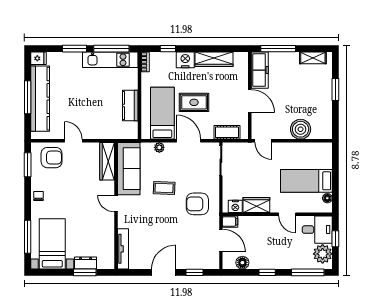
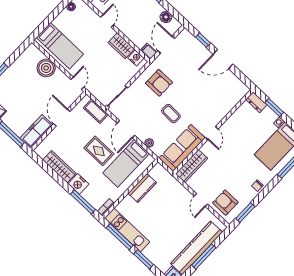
window: (168, 49) -> (83, 202), width x2.17
bed: (306, 181) -> (60, 46), moved
tv unit: (123, 249) -> (235, 99), removed
dresser: (86, 263) -> (256, 102), moved

